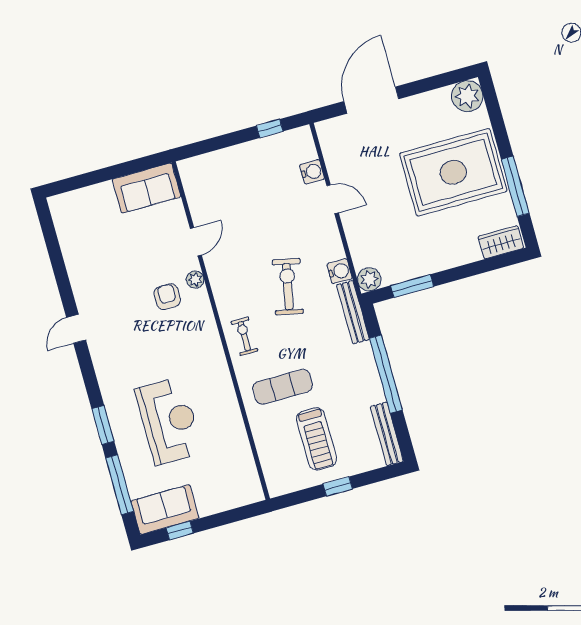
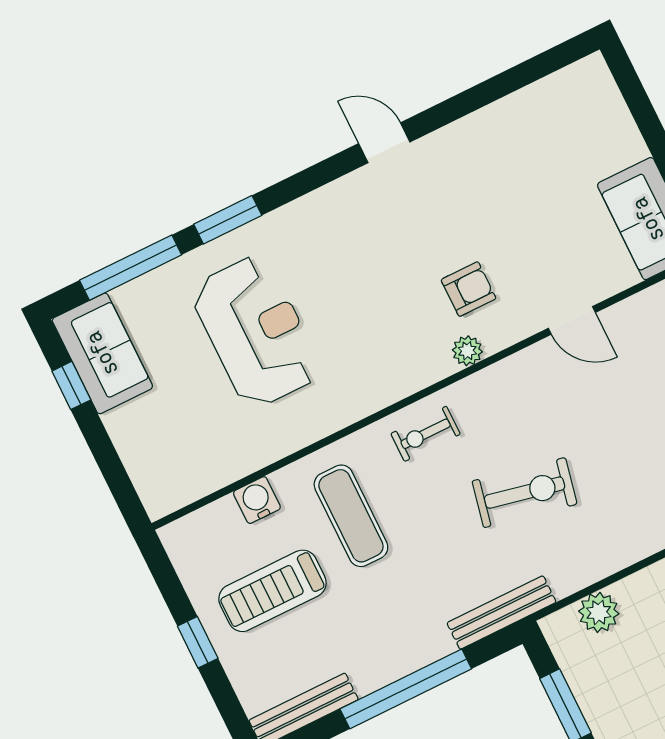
water cooler: (340, 271) -> (257, 500), moved, turned 180
plant: (369, 279) -> (599, 612), moved
plant: (195, 280) -> (467, 351), moved
exercise bike: (244, 336) -> (426, 434), turned 180
reception desk: (169, 421) -> (256, 332), turned -90

